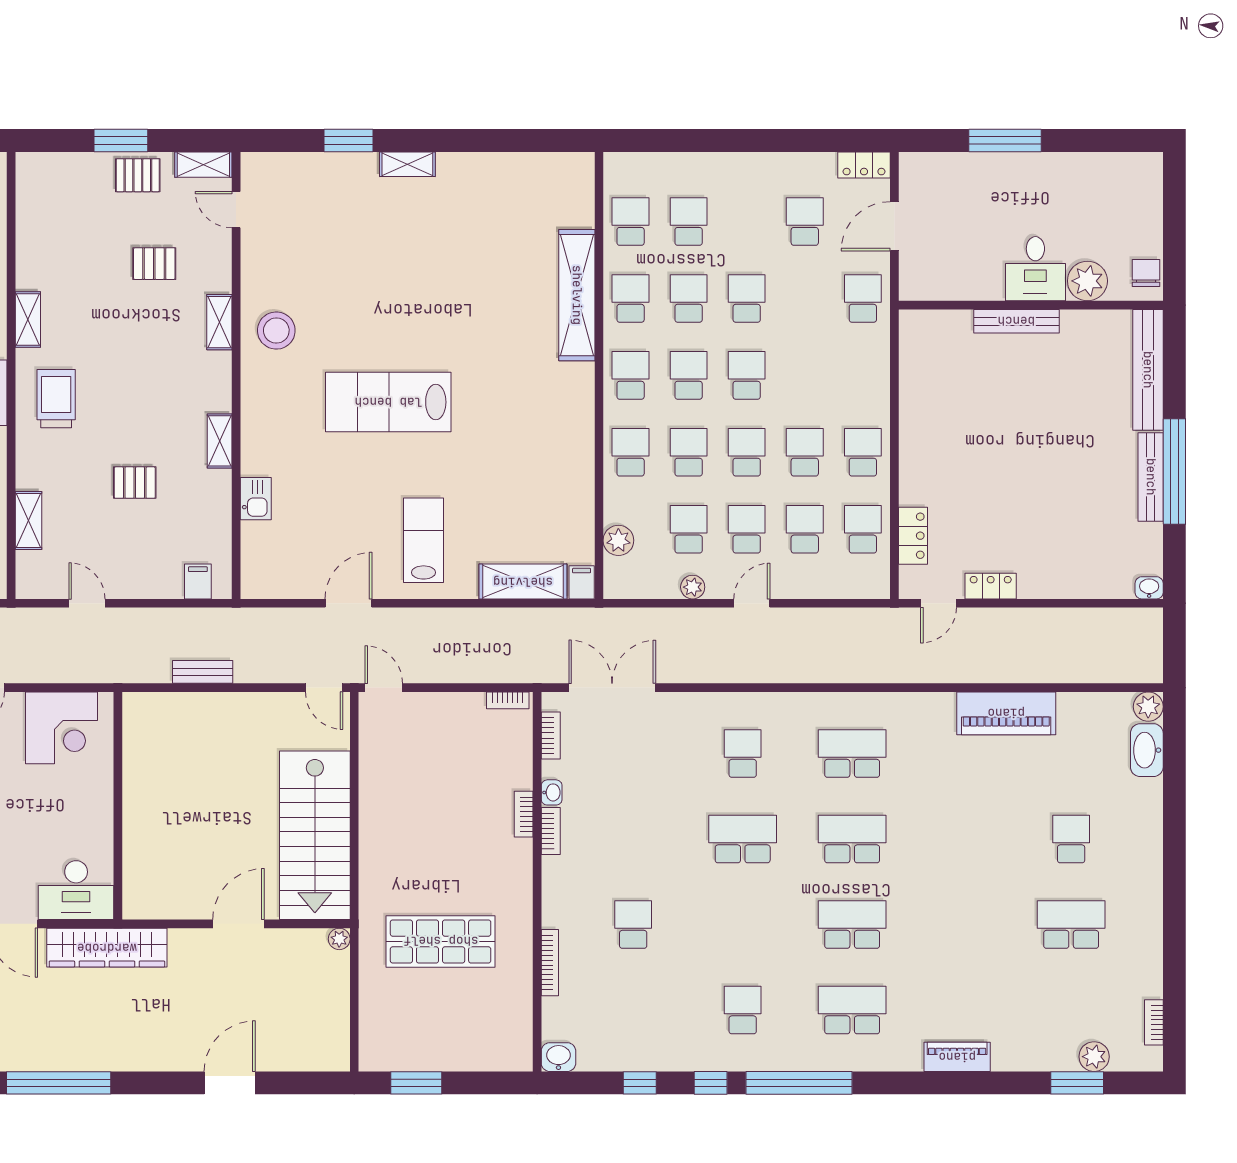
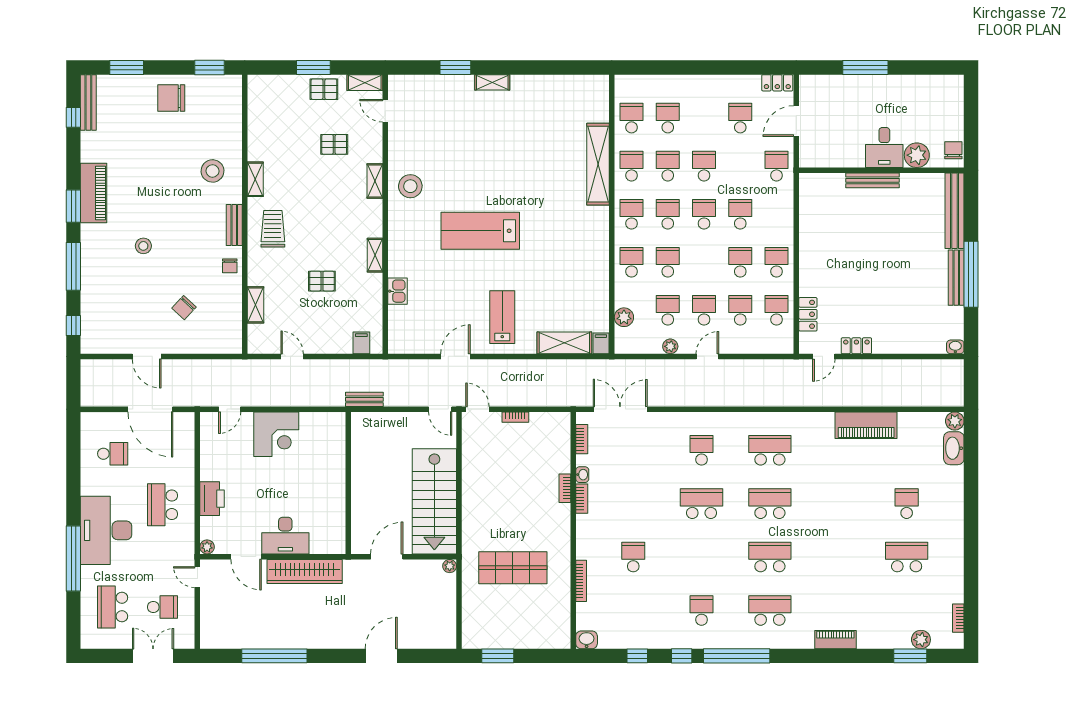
school desk: (747, 452) -> (740, 214), moved
bookcase: (508, 700) -> (515, 417), moved
wall: (118, 806) -> (348, 483), moved

